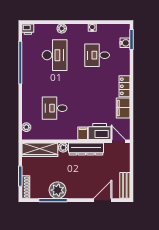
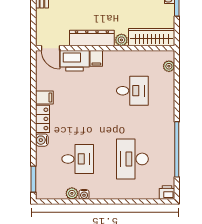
plant: (62, 28) -> (72, 193), moved
water cooler: (125, 43) -> (42, 140), moved
filing cabinet: (123, 108) -> (44, 97), width x0.50

